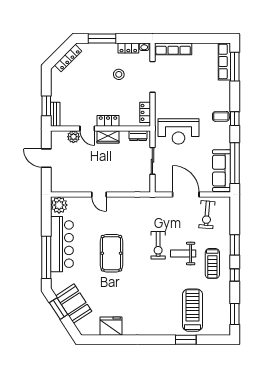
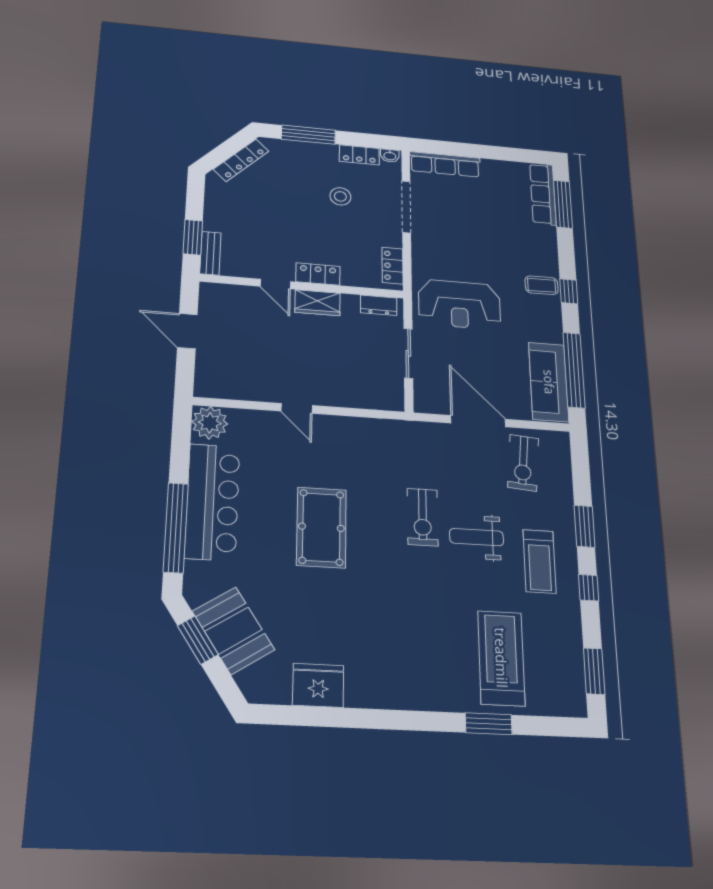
plant: (73, 137) -> (246, 297), removed

